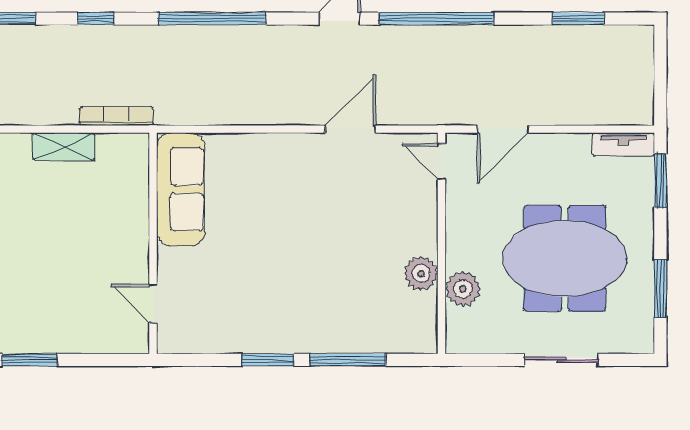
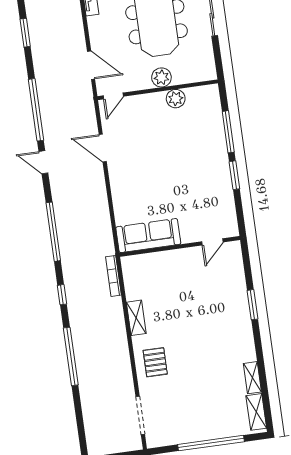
shelving: (64, 147) -> (136, 318), moved
plant: (463, 289) -> (161, 77), moved

